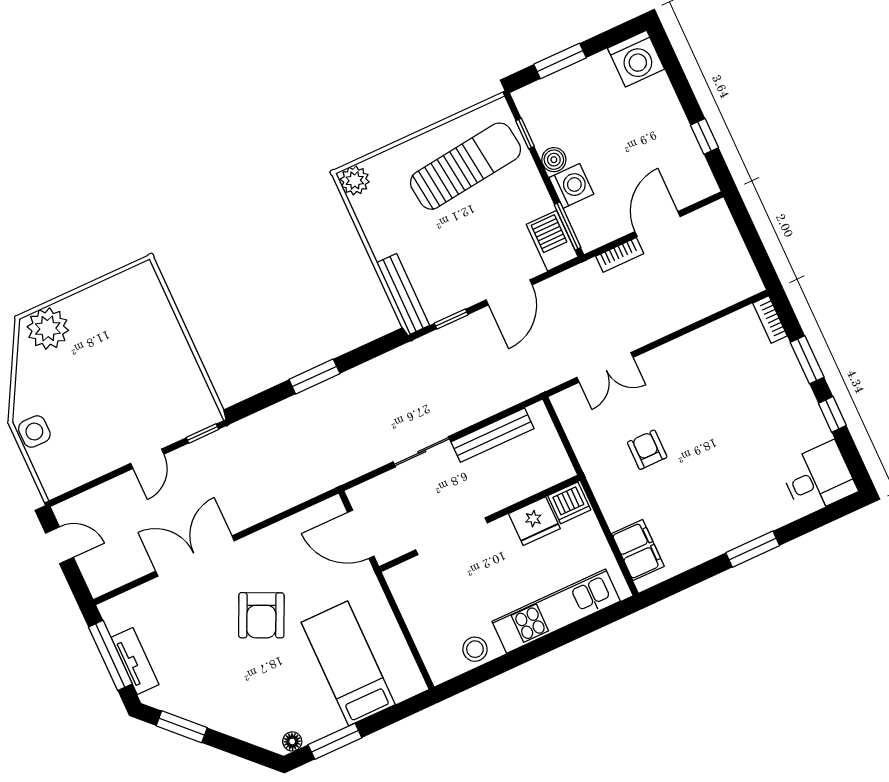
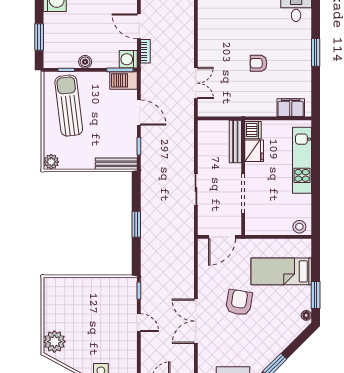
washing machine: (571, 186) -> (128, 59), moved, turned -90
bench: (493, 435) -> (235, 142), moved
armchair: (647, 450) -> (259, 63), moved
armchair: (261, 615) -> (239, 302), turned -106
stool: (475, 649) -> (299, 227), moved

